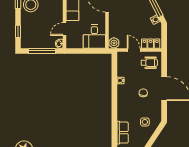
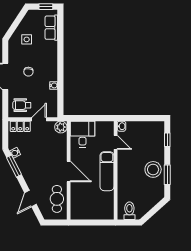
door: (65, 29) -> (116, 142), hinge flipped
door: (134, 50) -> (39, 119), swing flipped
window: (42, 51) -> (141, 118), removed

